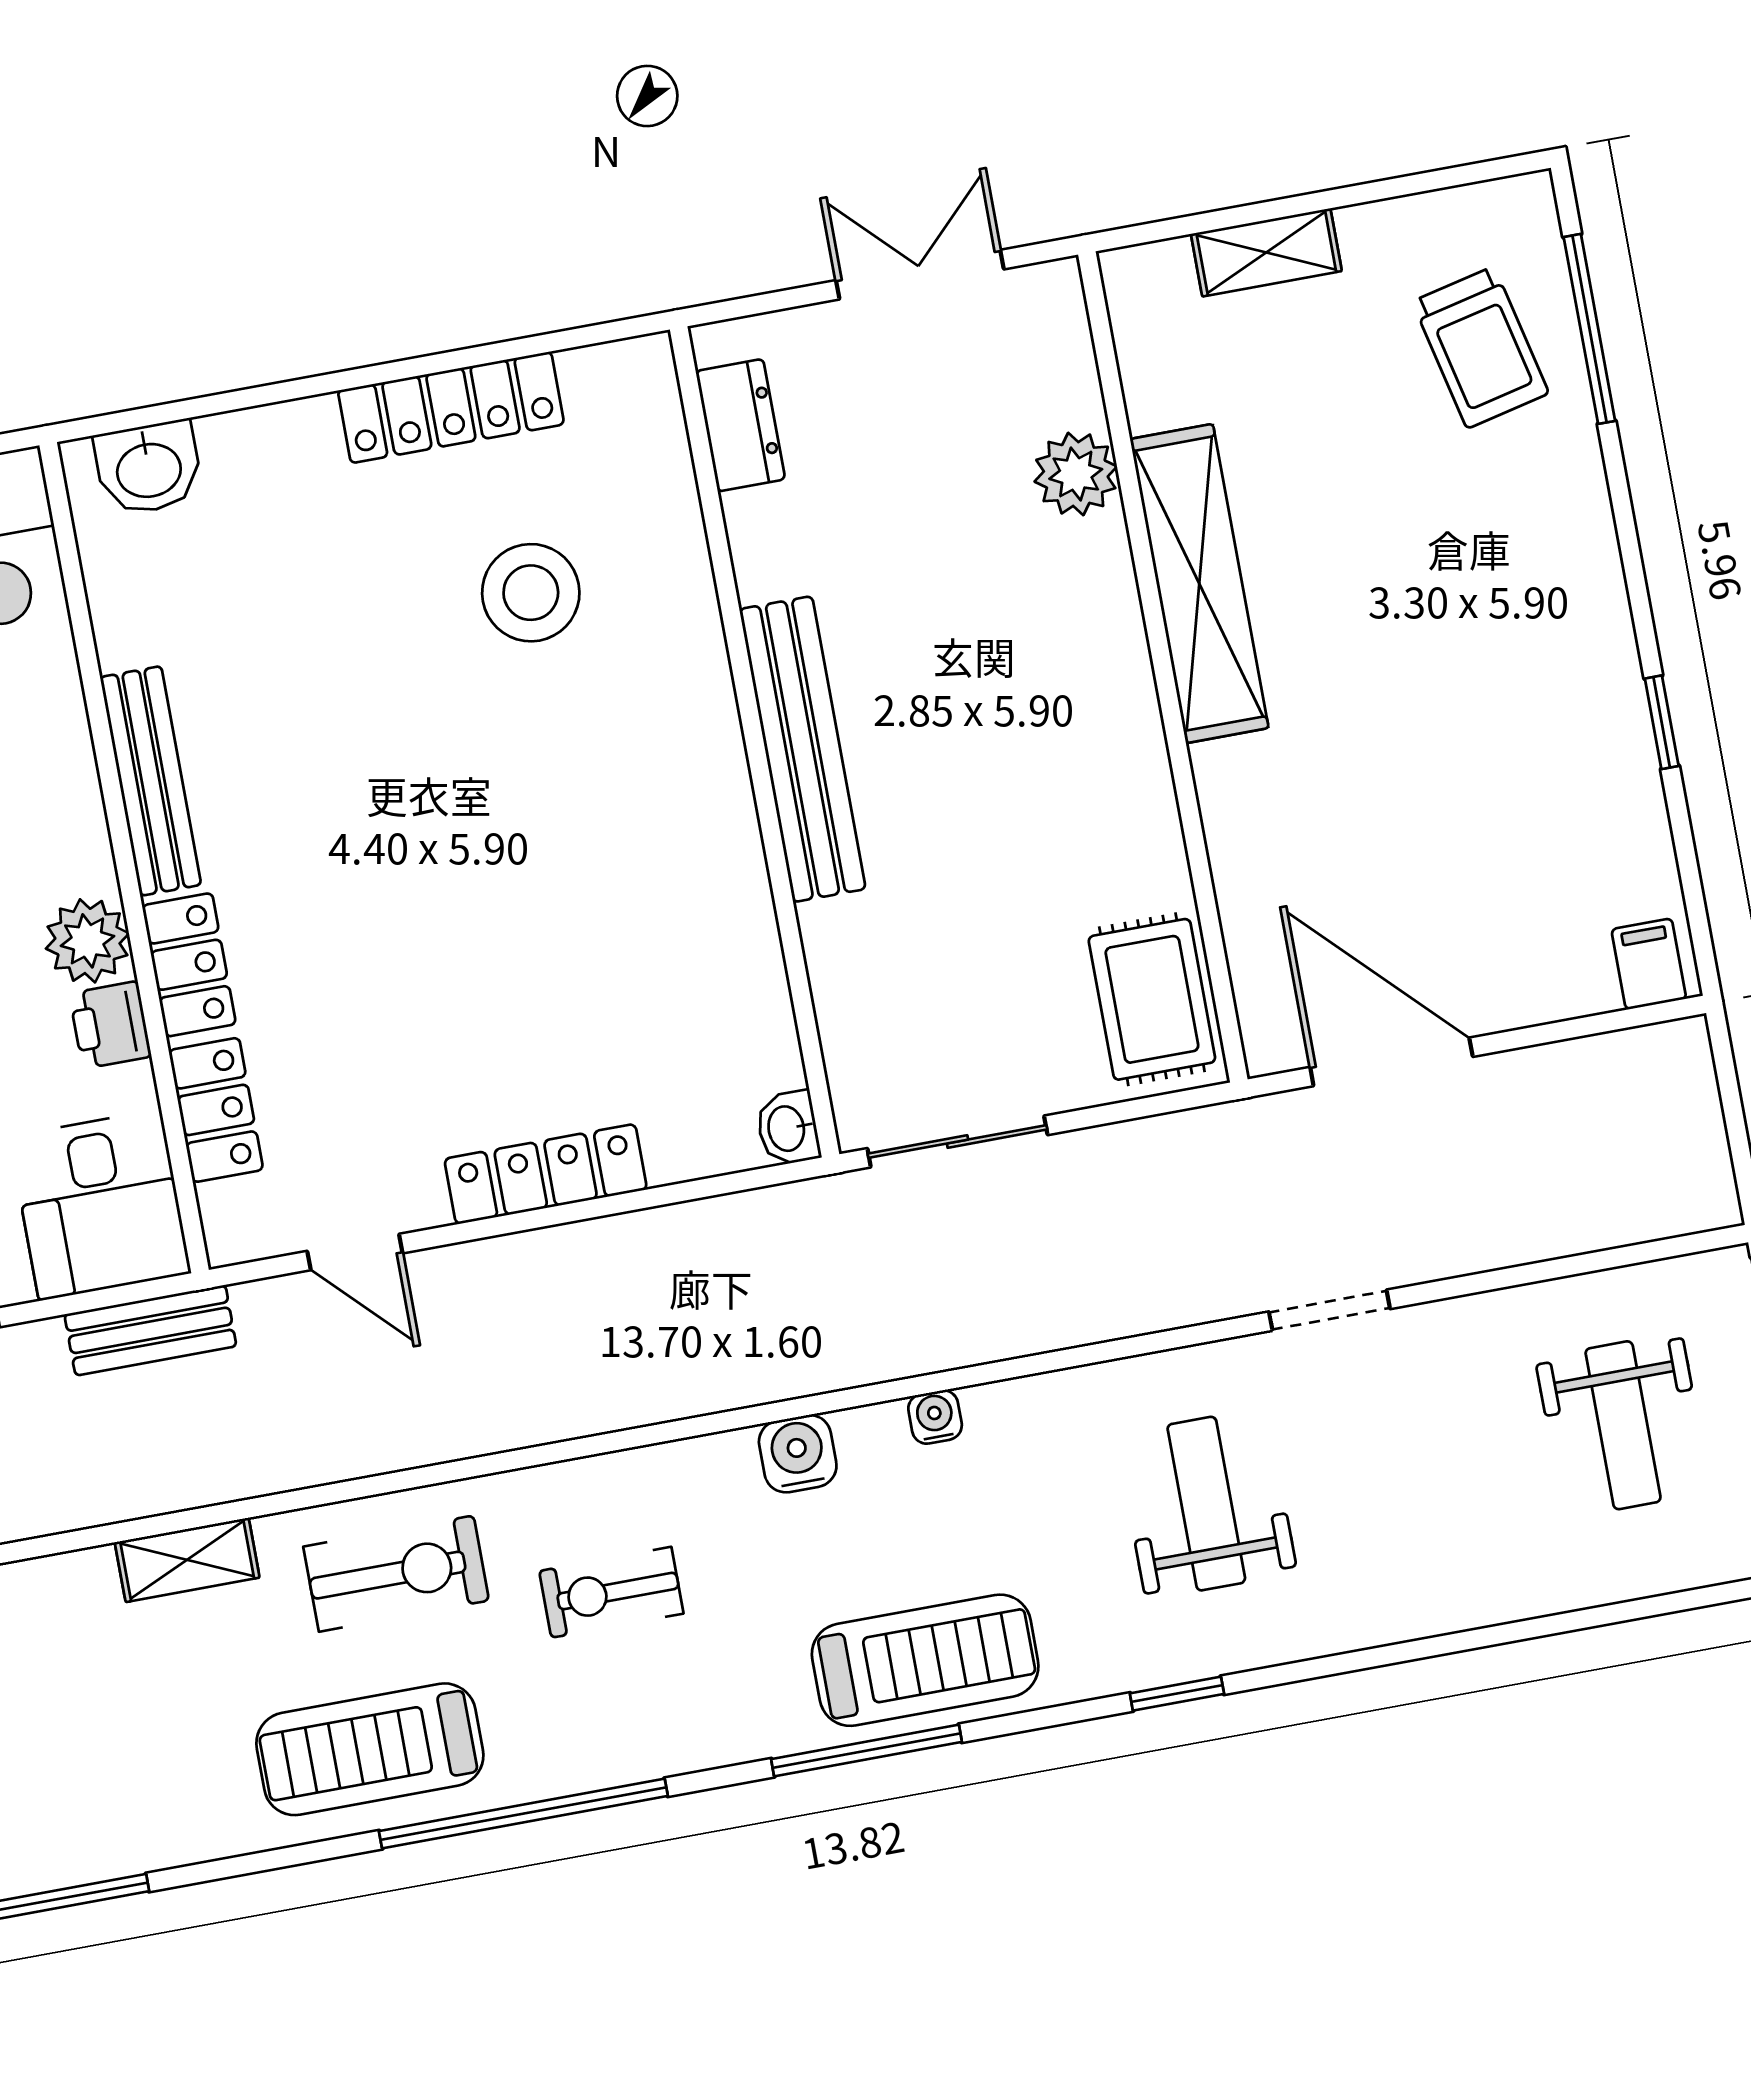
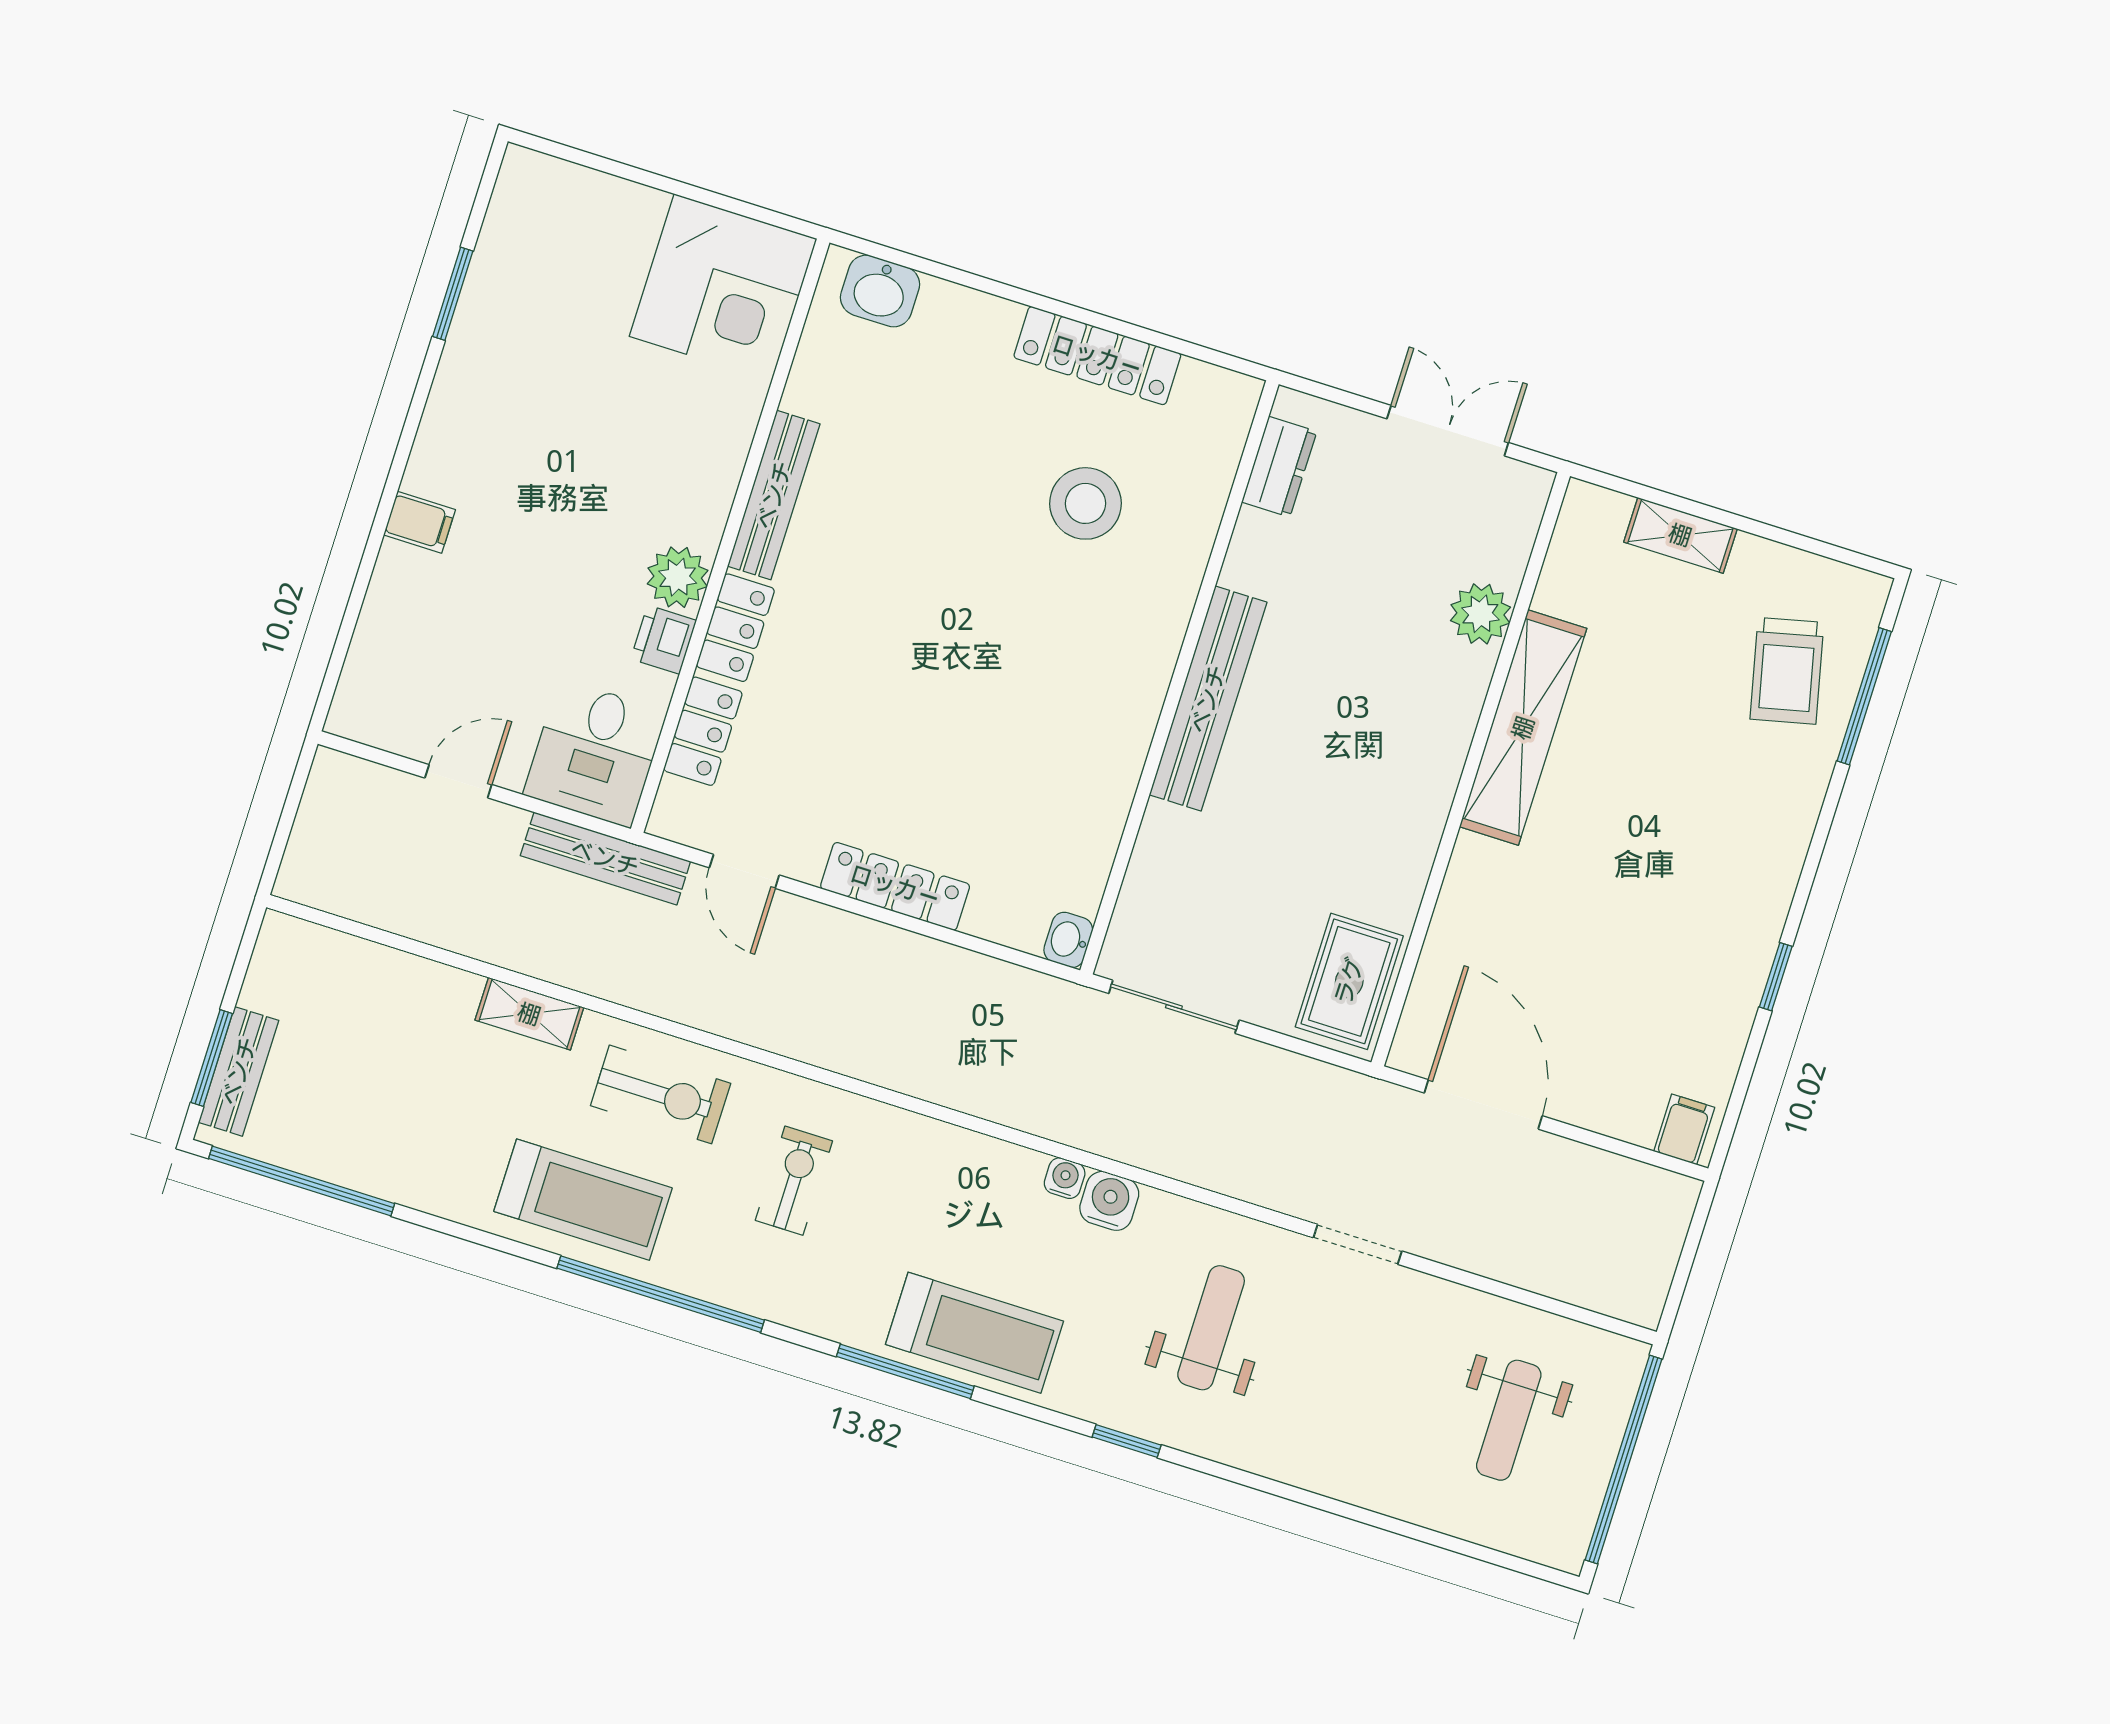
bench: (150, 1330) -> (605, 858), width x1.36
water cooler: (798, 1454) -> (1109, 1201), moved
exercise bike: (611, 1592) -> (794, 1181), turned 90
treadmill: (370, 1749) -> (583, 1200), turned 180

